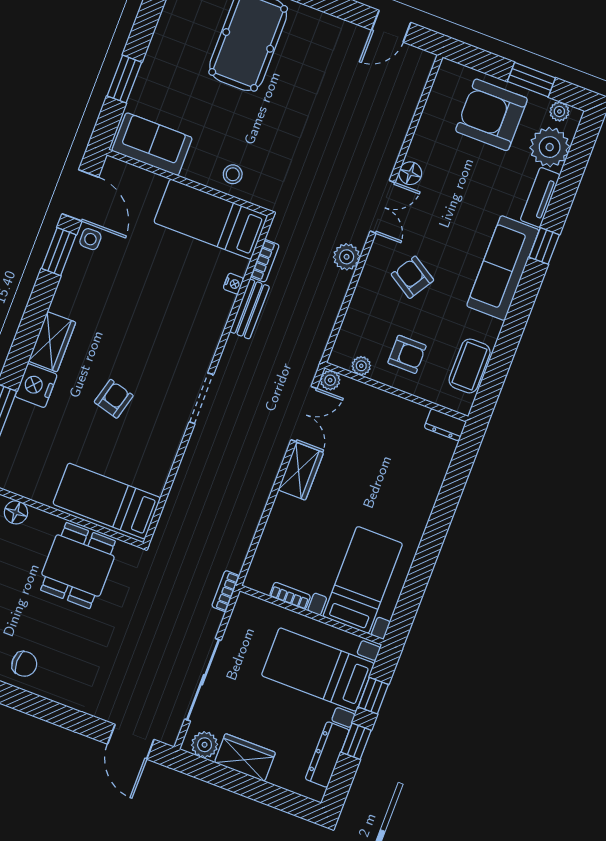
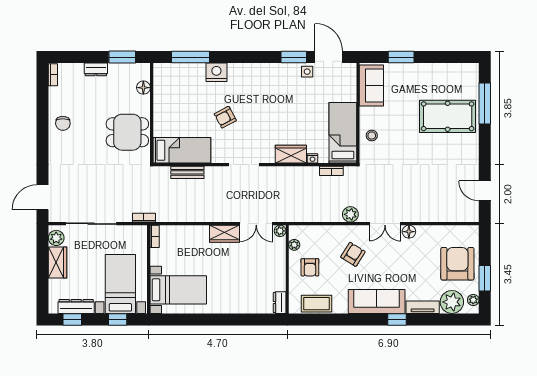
door: (80, 195) -> (329, 57), swing flipped
bench: (250, 309) -> (187, 172), moved
wardrobe: (52, 342) -> (291, 154), moved, turned 180
armchair: (114, 399) -> (225, 117), turned 137
bed: (107, 501) -> (182, 150), moved, turned 90
bookcase: (290, 596) -> (155, 236), moved
window: (356, 741) -> (72, 319), moved

